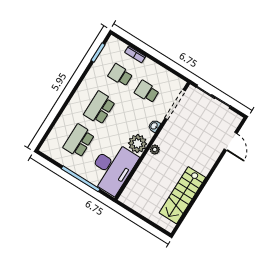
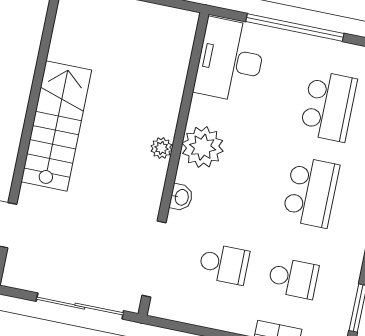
desk: (112, 168) -> (230, 60), width x0.73, depth x0.77
stairs: (182, 195) -> (56, 126), moved

